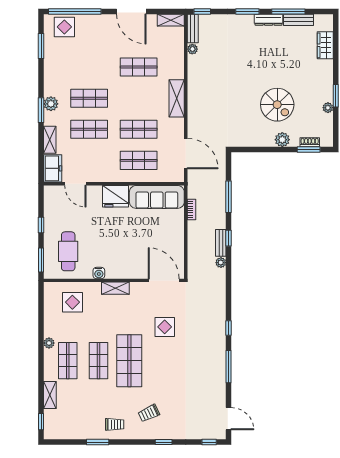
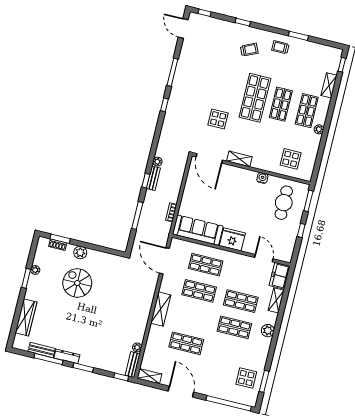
display table: (64, 27) -> (246, 378), moved
wardrobe: (325, 45) -> (26, 317), width x1.50
window: (41, 110) -> (277, 327), removed
shelving: (115, 288) -> (239, 159), moved

